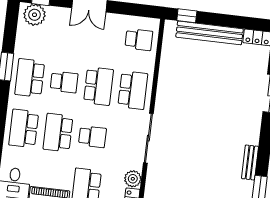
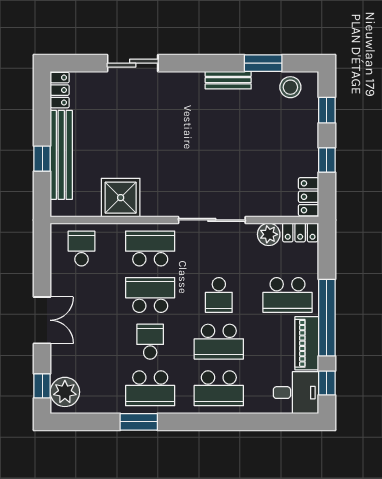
window: (187, 16) -> (42, 159), moved
shower: (173, 73) -> (121, 198), added
school desk: (92, 137) -> (219, 295), turned 180

